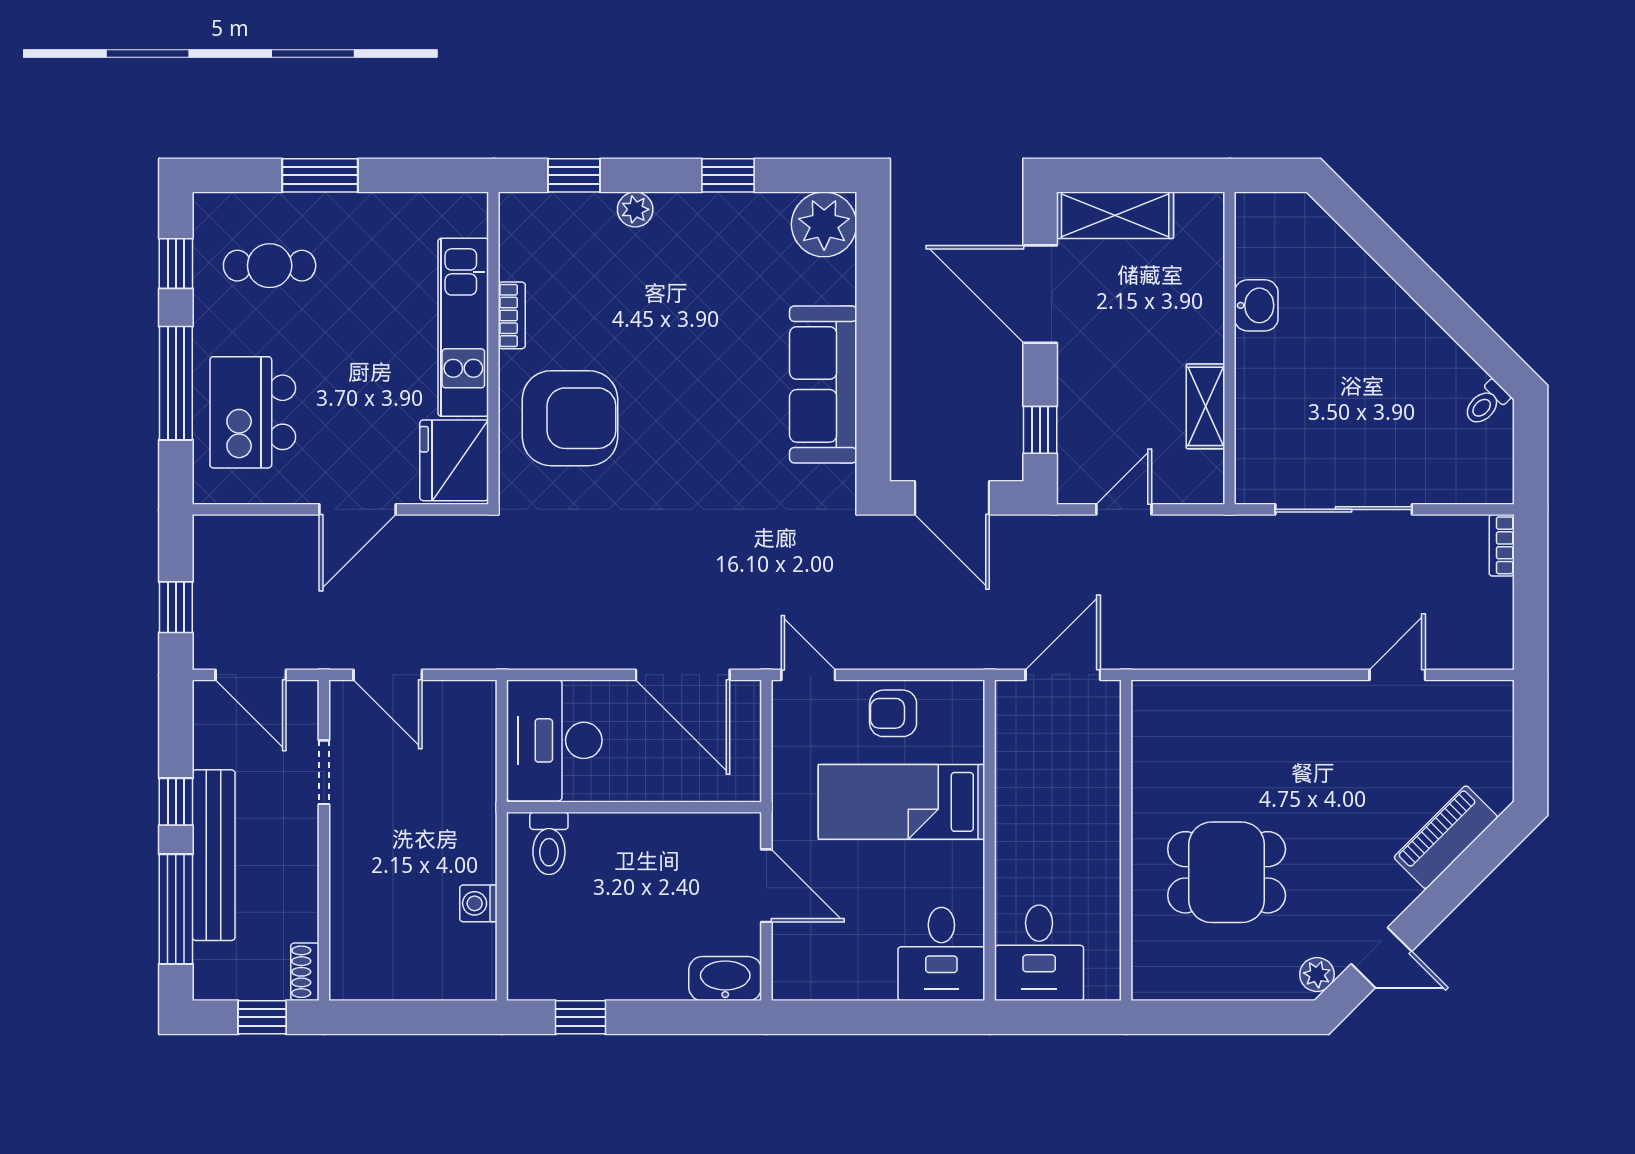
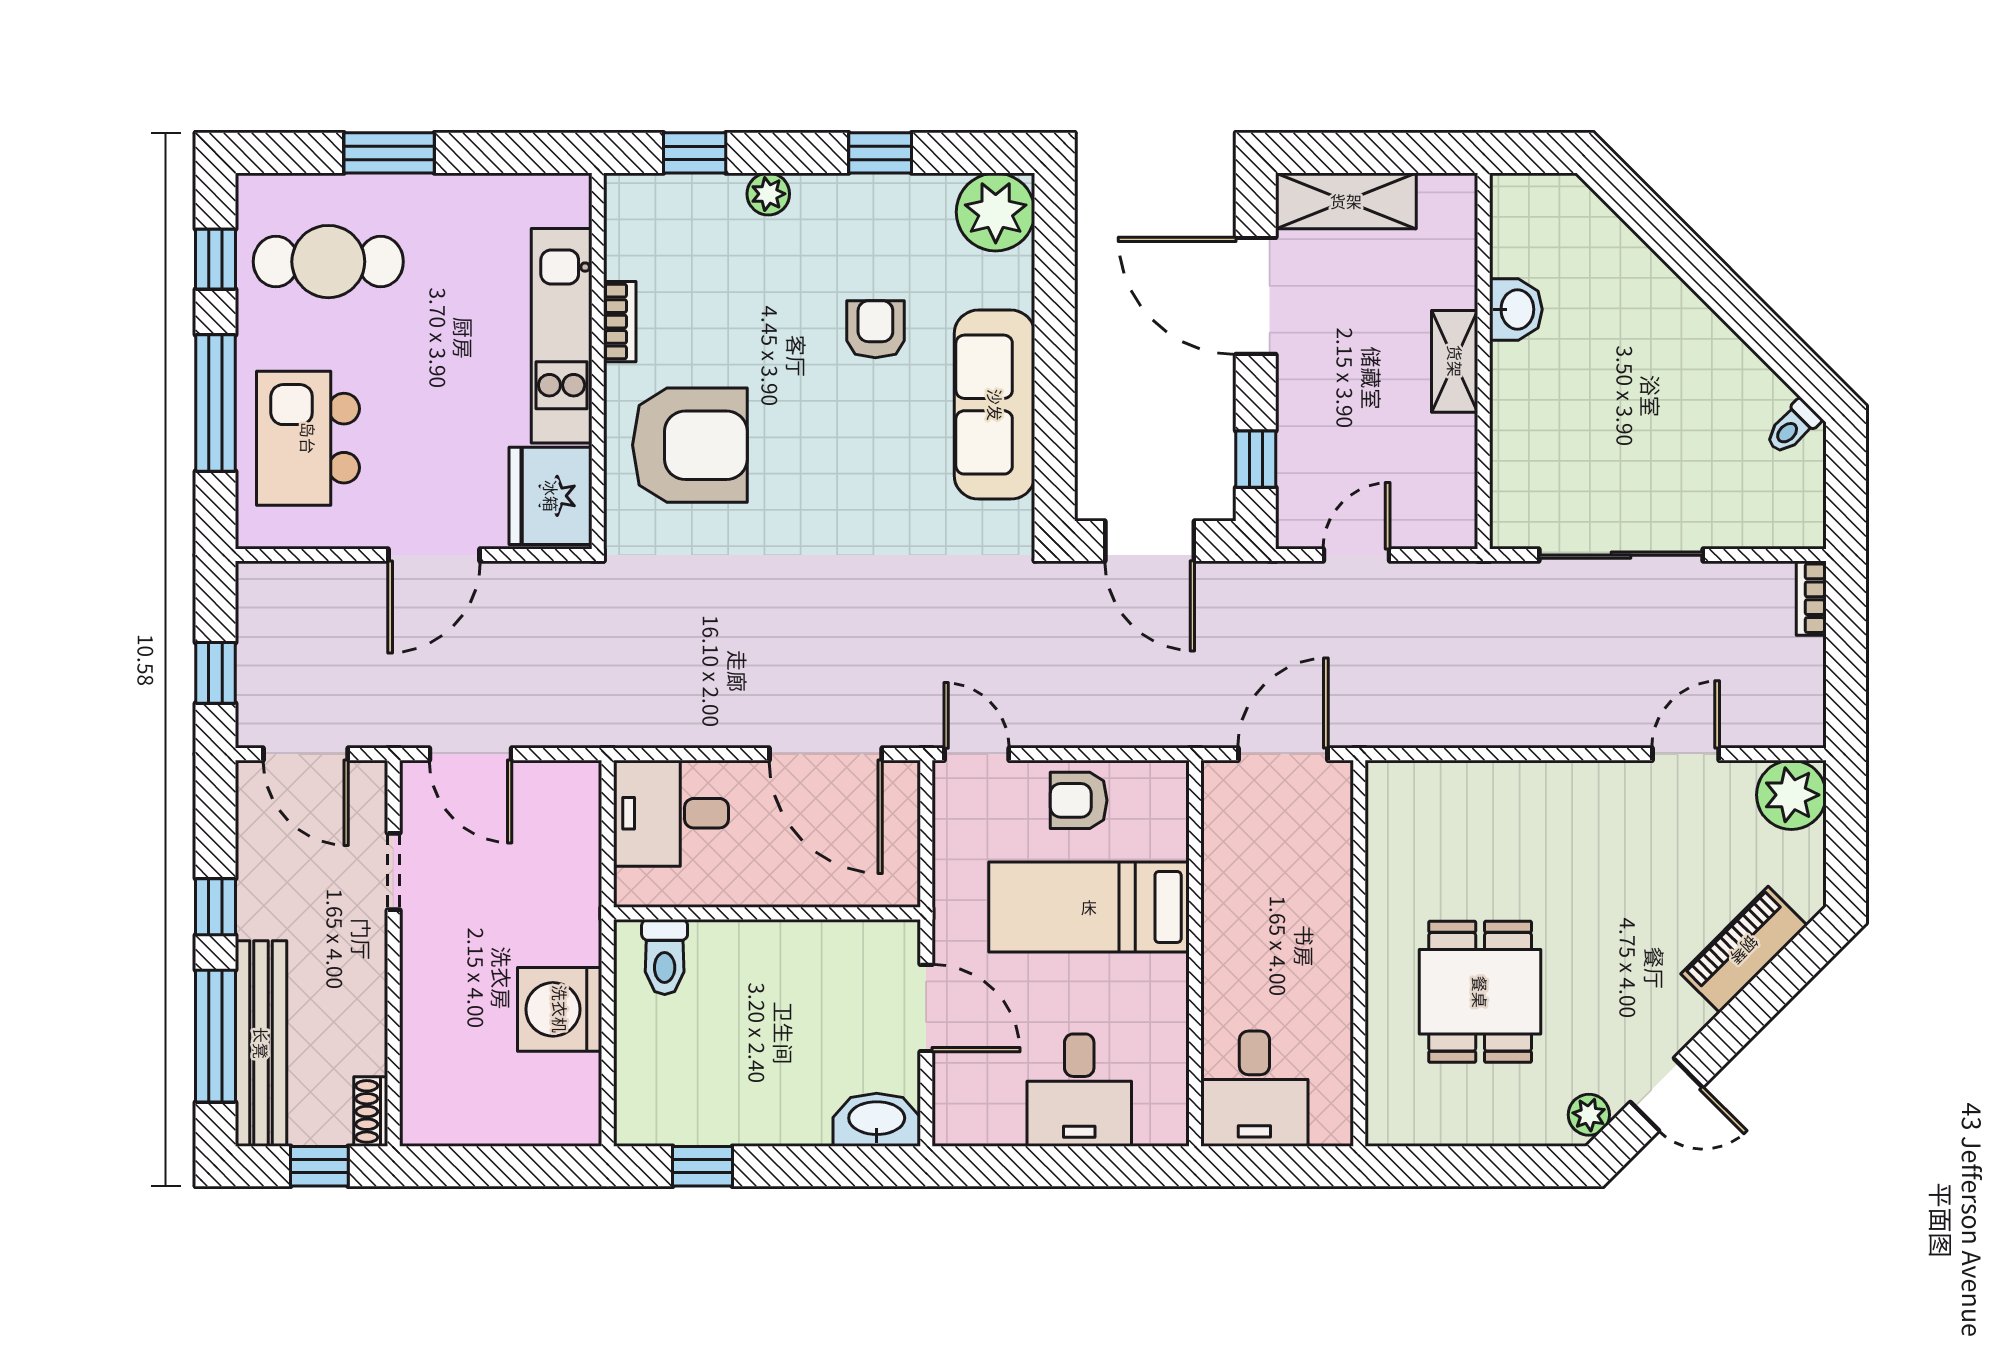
cafe table: (270, 266) -> (328, 262), width x1.37, depth x1.35
armchair: (724, 322) -> (875, 329), added
shelving: (1205, 406) -> (1455, 361), moved
plant: (1485, 709) -> (1791, 795), added
desk: (554, 740) -> (671, 813), width x0.73
bench: (214, 855) -> (261, 1043), moved
dining table: (1227, 872) -> (1480, 992), turned 90
washing machine: (478, 903) -> (560, 1009), width x1.89, depth x1.89
desk: (941, 954) -> (1079, 1090), moved

